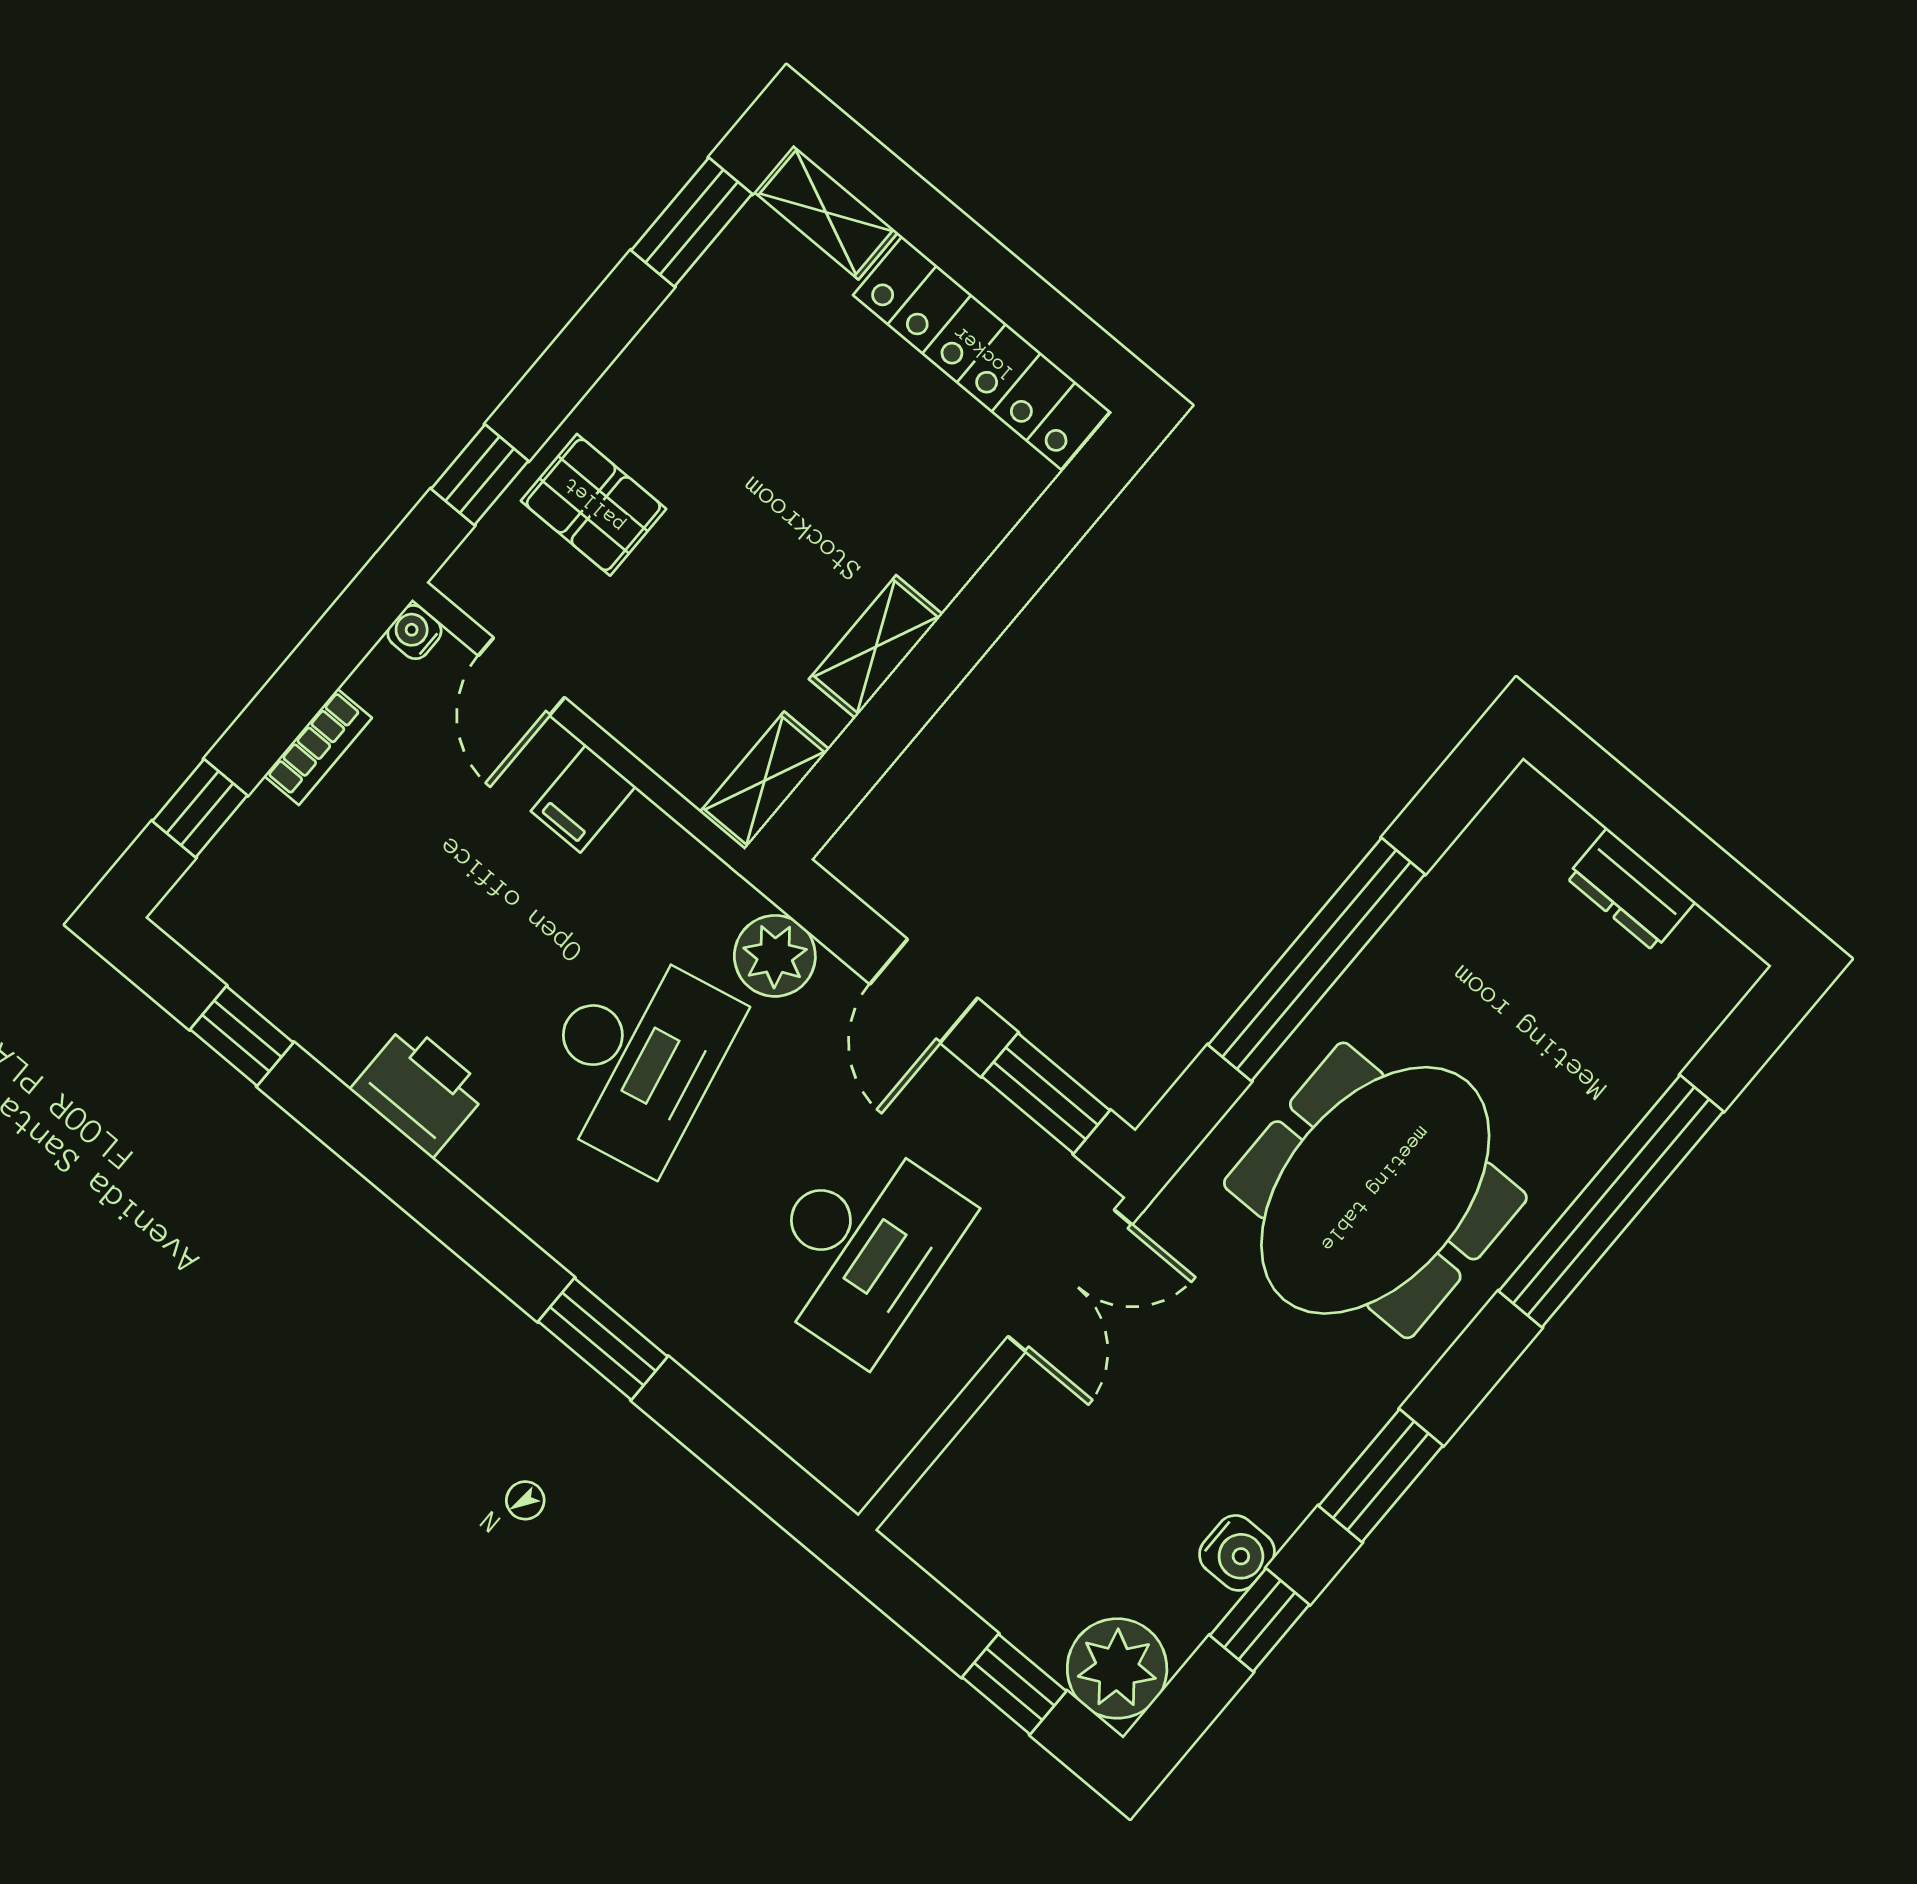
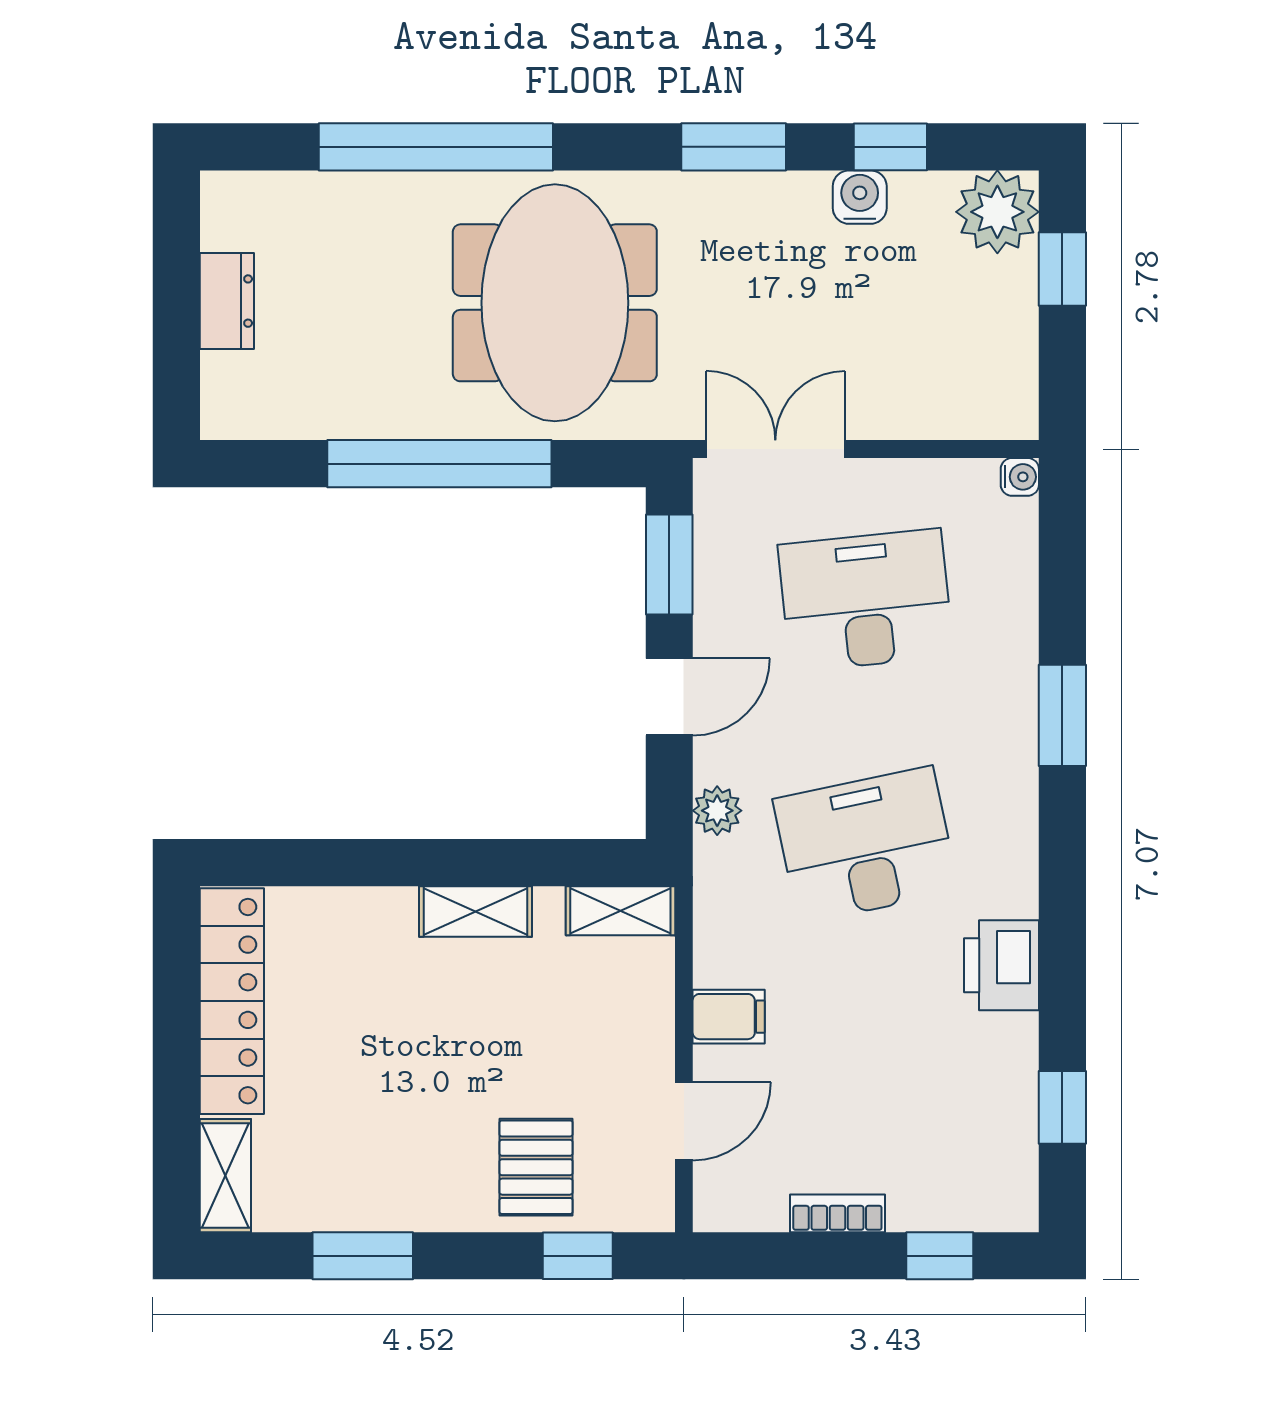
window: (692, 222) -> (363, 1256), moved
water cooler: (414, 632) -> (1020, 477), moved, turned -90
plant: (775, 956) -> (717, 811), width x0.73, depth x0.73
meeting table: (1375, 1190) -> (555, 303), turned 90

